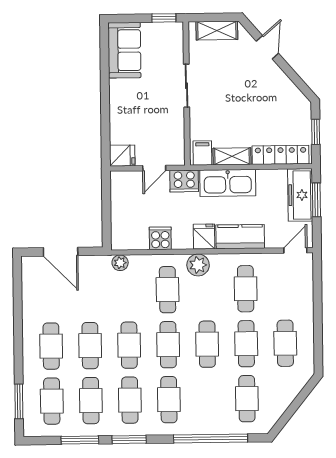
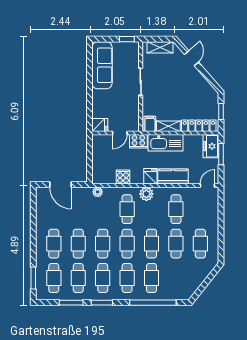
sofa: (124, 50) -> (102, 65), width x1.36
freezer: (300, 195) -> (211, 146), width x0.71
cafe table: (247, 399) -> (152, 278), moved

